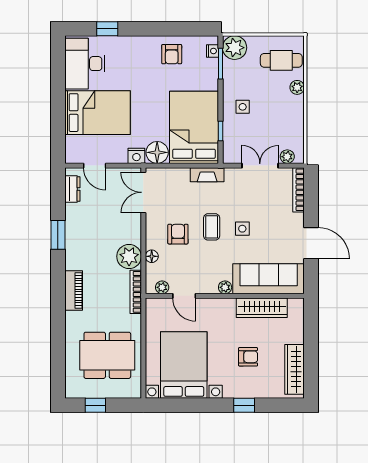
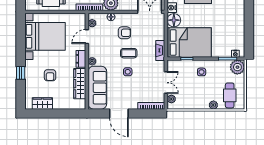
armchair: (172, 54) -> (233, 29), removed
door: (311, 243) -> (119, 113), hinge flipped
dresser: (221, 306) -> (81, 59), added
wardrobe: (295, 369) -> (42, 103), width x0.67

